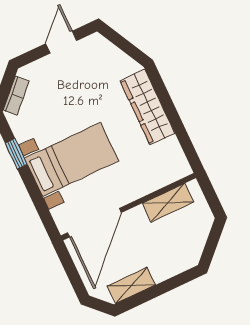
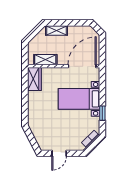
wardrobe: (147, 107) -> (34, 79), moved, width x0.67
shelving: (131, 285) -> (57, 30), moved

